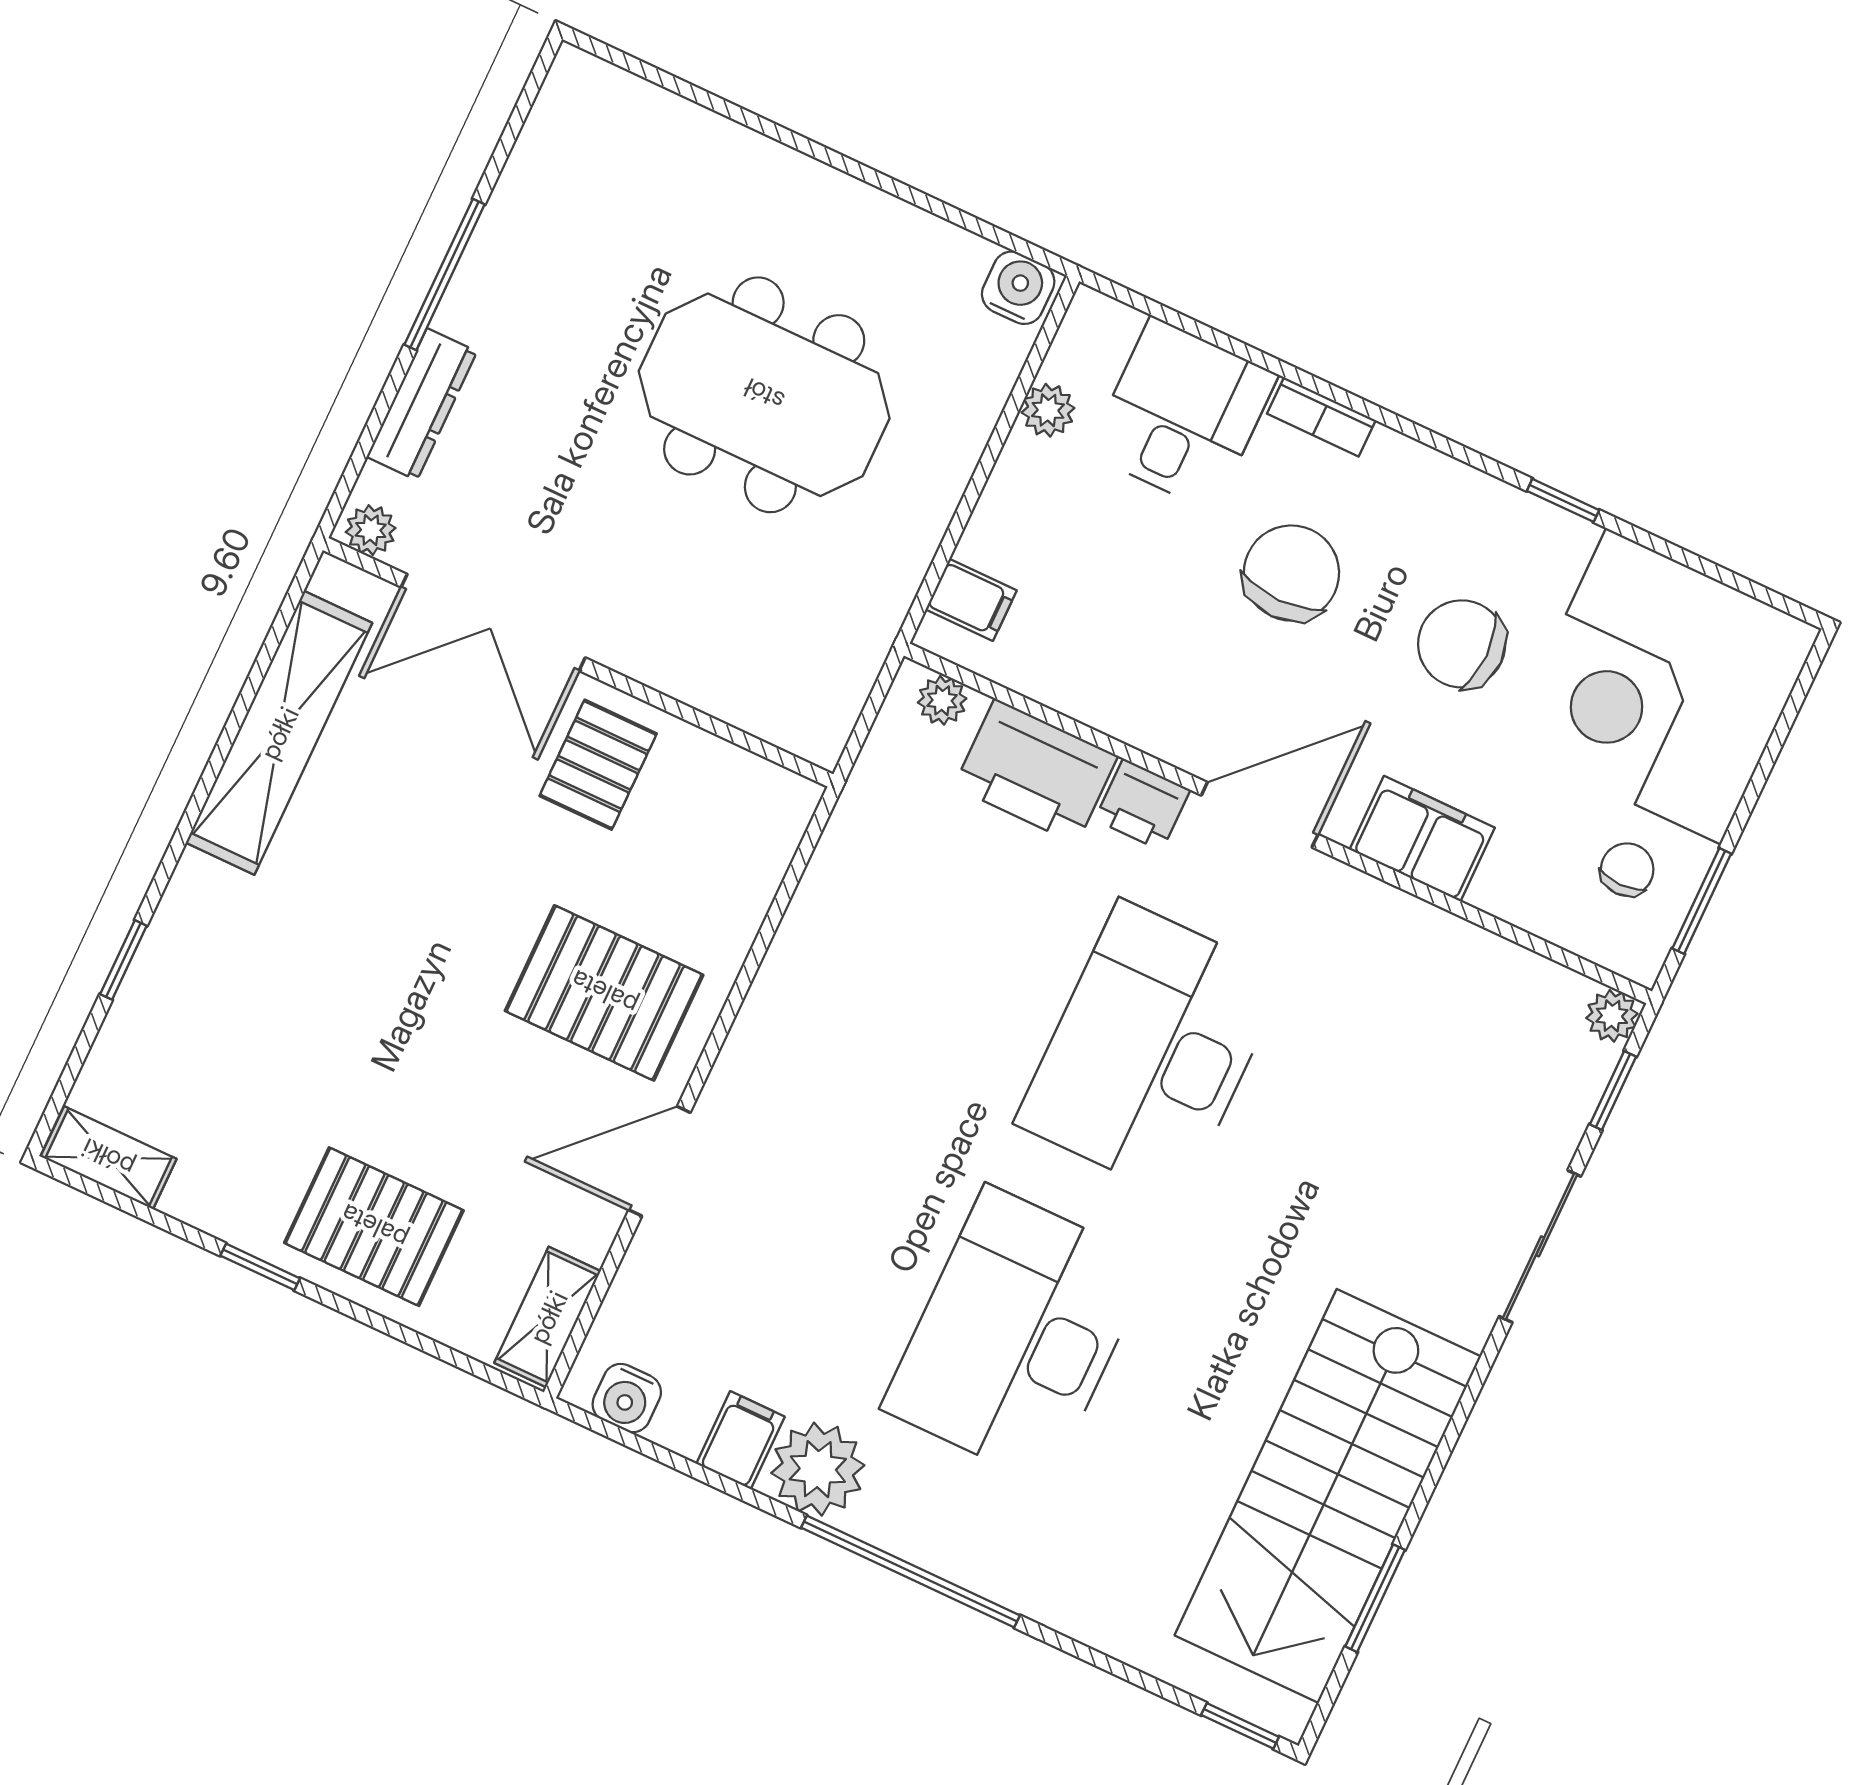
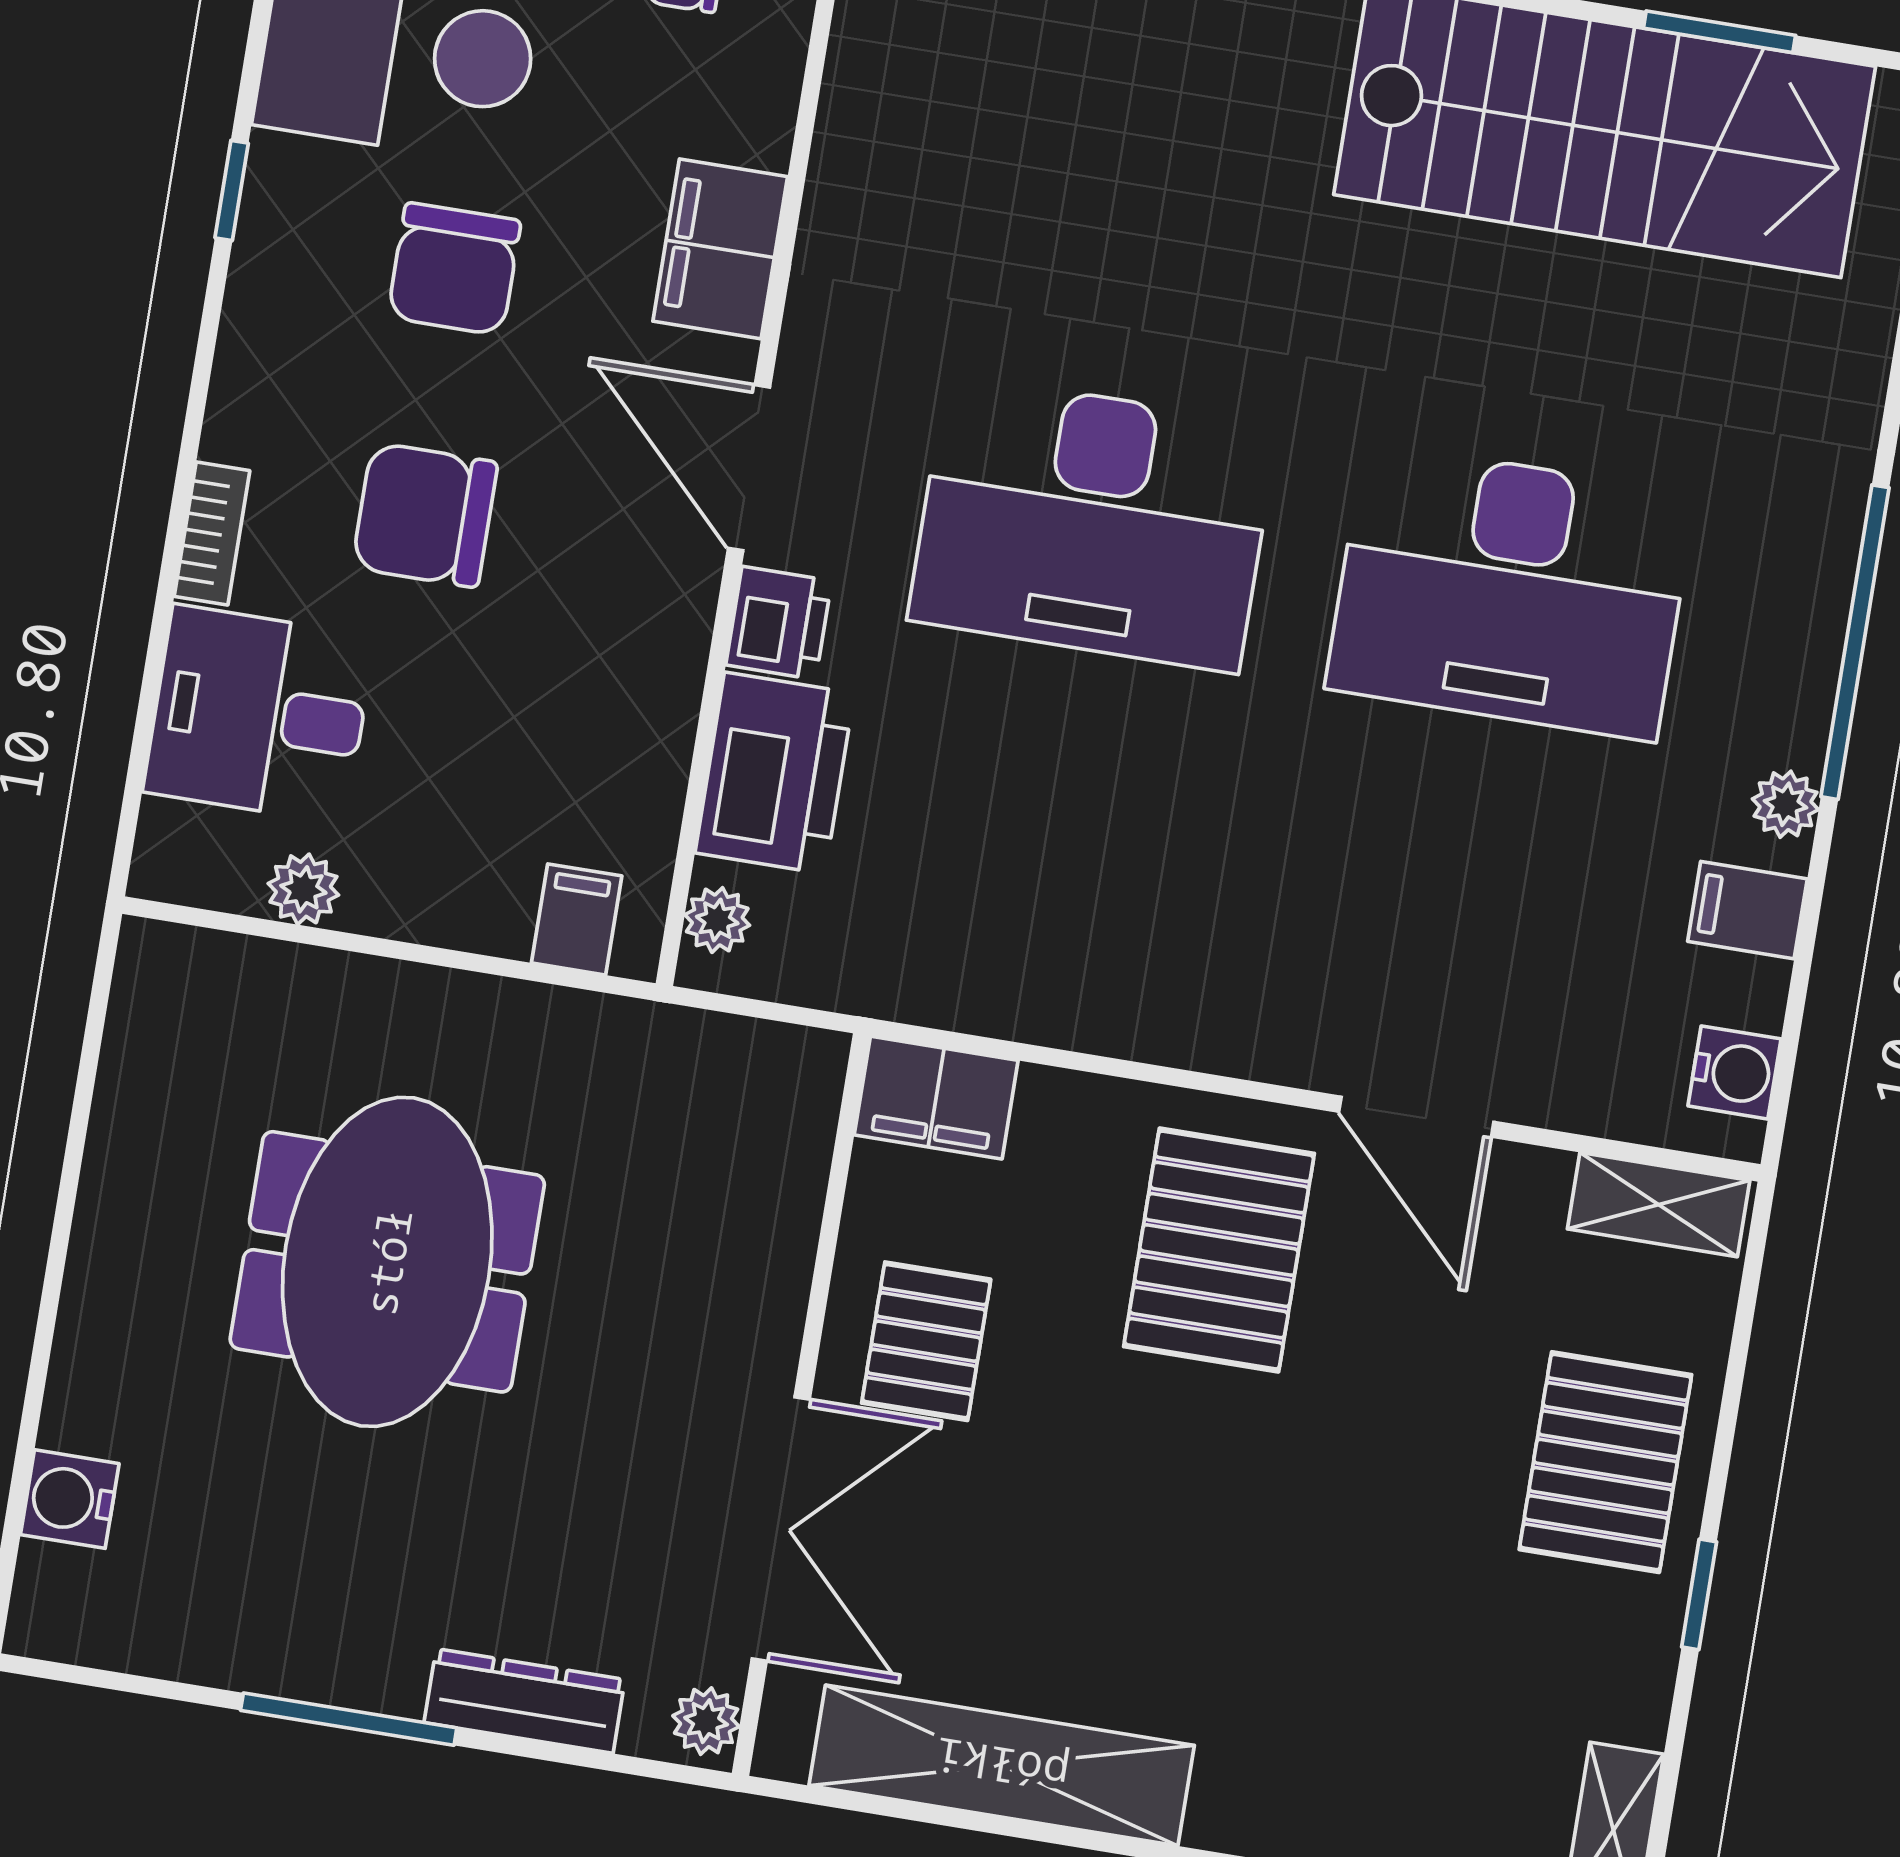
water cooler: (1018, 288) -> (70, 1499), moved
pallet: (598, 765) -> (926, 1341), turned 90
filing cabinet: (771, 821) -> (936, 1098), added
plant: (818, 1469) -> (1785, 804), width x0.53, depth x0.53

